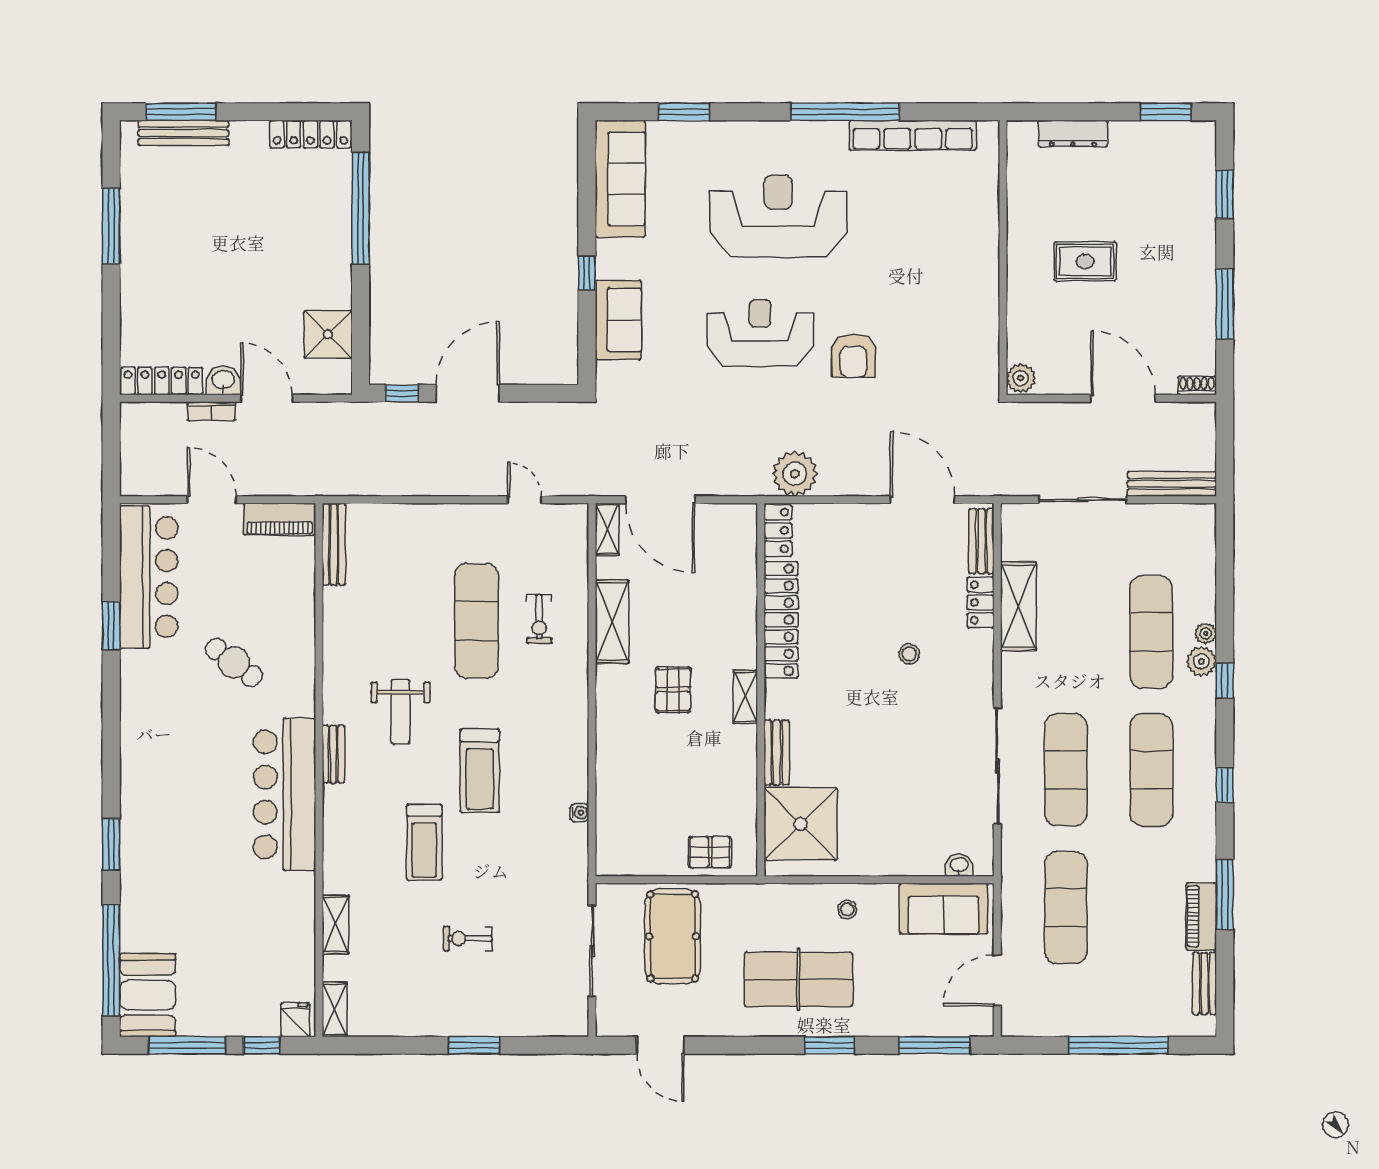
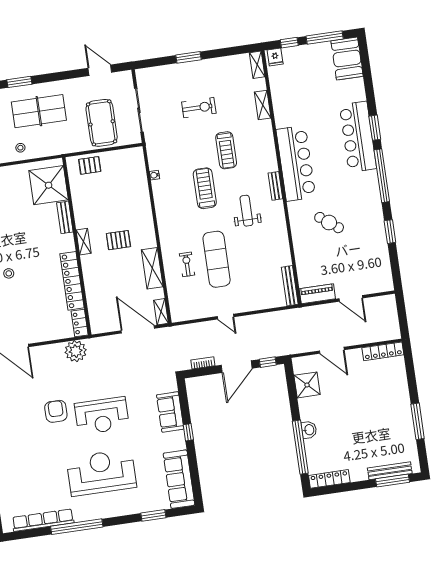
reception desk: (778, 216) -> (101, 473), turned 180
washbasin: (223, 380) -> (309, 430), moved, turned -90
bookcase: (212, 411) -> (203, 363), moved
door: (524, 500) -> (225, 317), moved
bar counter: (149, 577) -> (358, 137), moved
pallet: (673, 690) -> (118, 240), turned 90
treadmill: (424, 842) -> (226, 150), turned 180
exercise bike: (468, 939) -> (199, 108), width x1.38, depth x1.39
window: (111, 960) -> (382, 176), moved

